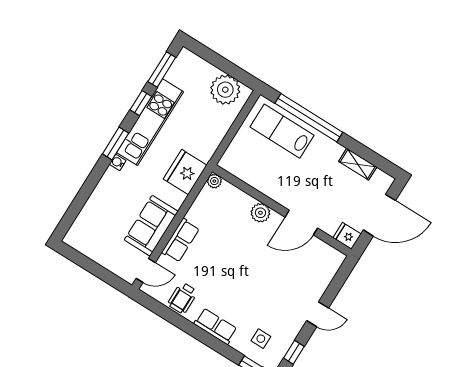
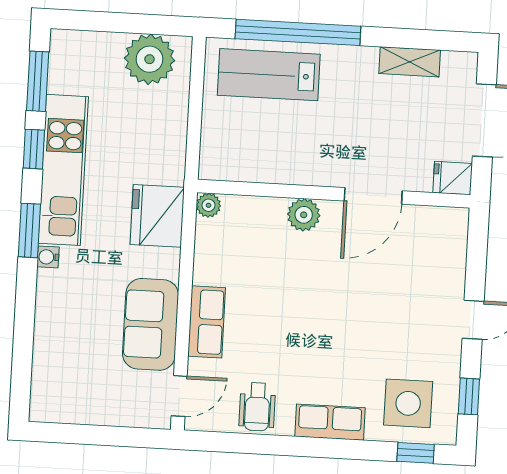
side table: (261, 339) -> (408, 403), width x1.87, depth x1.87

